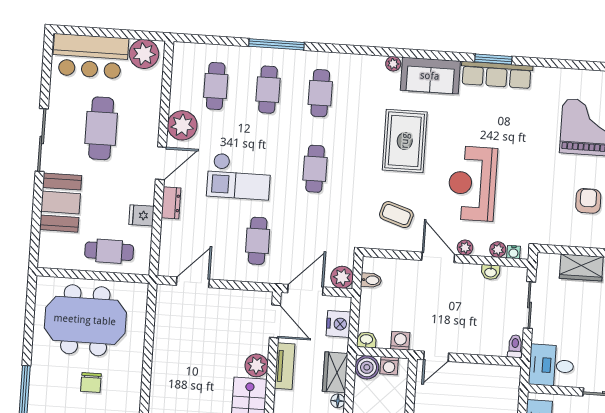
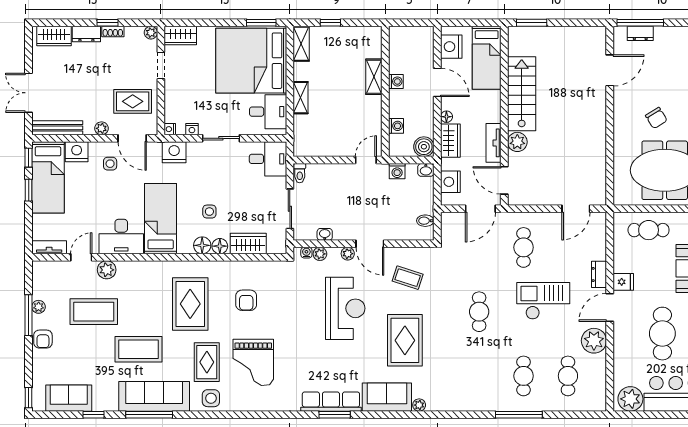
cafe table: (320, 93) -> (479, 376), removed
fridge: (141, 215) -> (623, 282), moved
plant: (342, 277) -> (450, 221), removed
washing machine: (389, 366) -> (396, 126), moved, turned 90
chair: (91, 382) -> (656, 118), turned 148

